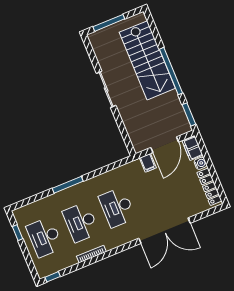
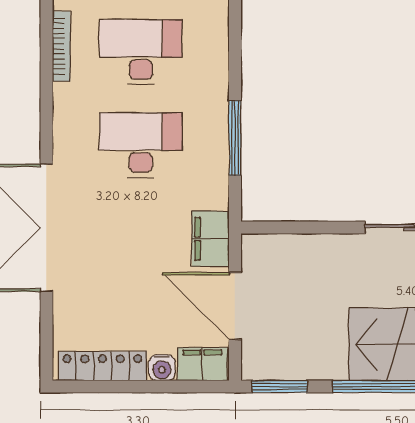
filing cabinet: (148, 163) -> (211, 239), width x2.00
window: (68, 185) -> (235, 138), moved

